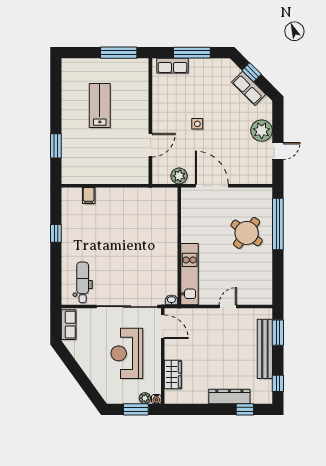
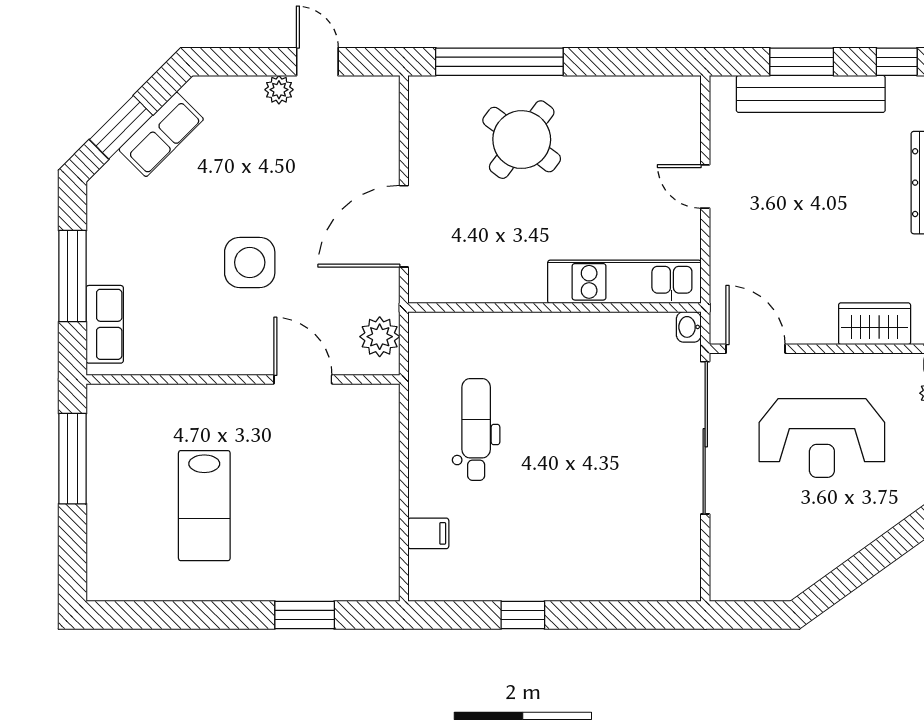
window: (252, 72) -> (121, 127), width x1.50
lab bench: (100, 106) -> (204, 506), turned -90
side table: (197, 124) -> (250, 262), width x1.87, depth x1.87
plant: (262, 131) -> (279, 90), width x0.53, depth x0.53
plant: (179, 176) -> (380, 337), moved
dental chair: (83, 282) -> (476, 429), moved, turned 90
row of seats: (69, 325) -> (750, 583), removed
door: (163, 327) -> (756, 349), hinge flipped
window: (278, 333) -> (802, 62), moved

